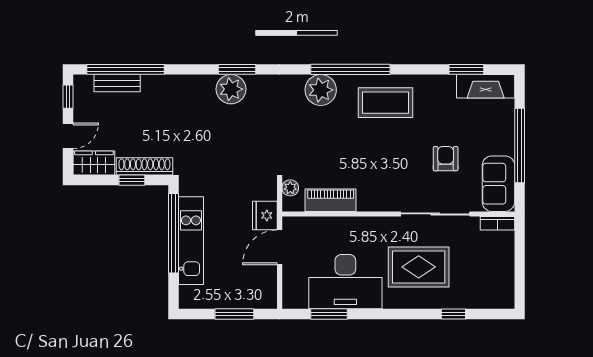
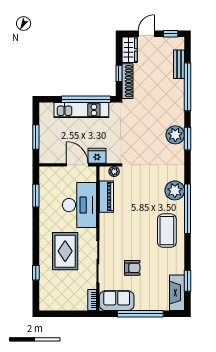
window: (126, 69) -> (188, 87), moved
door: (68, 136) -> (146, 34), swing flipped
desk: (345, 282) -> (79, 205), moved, turned 180

